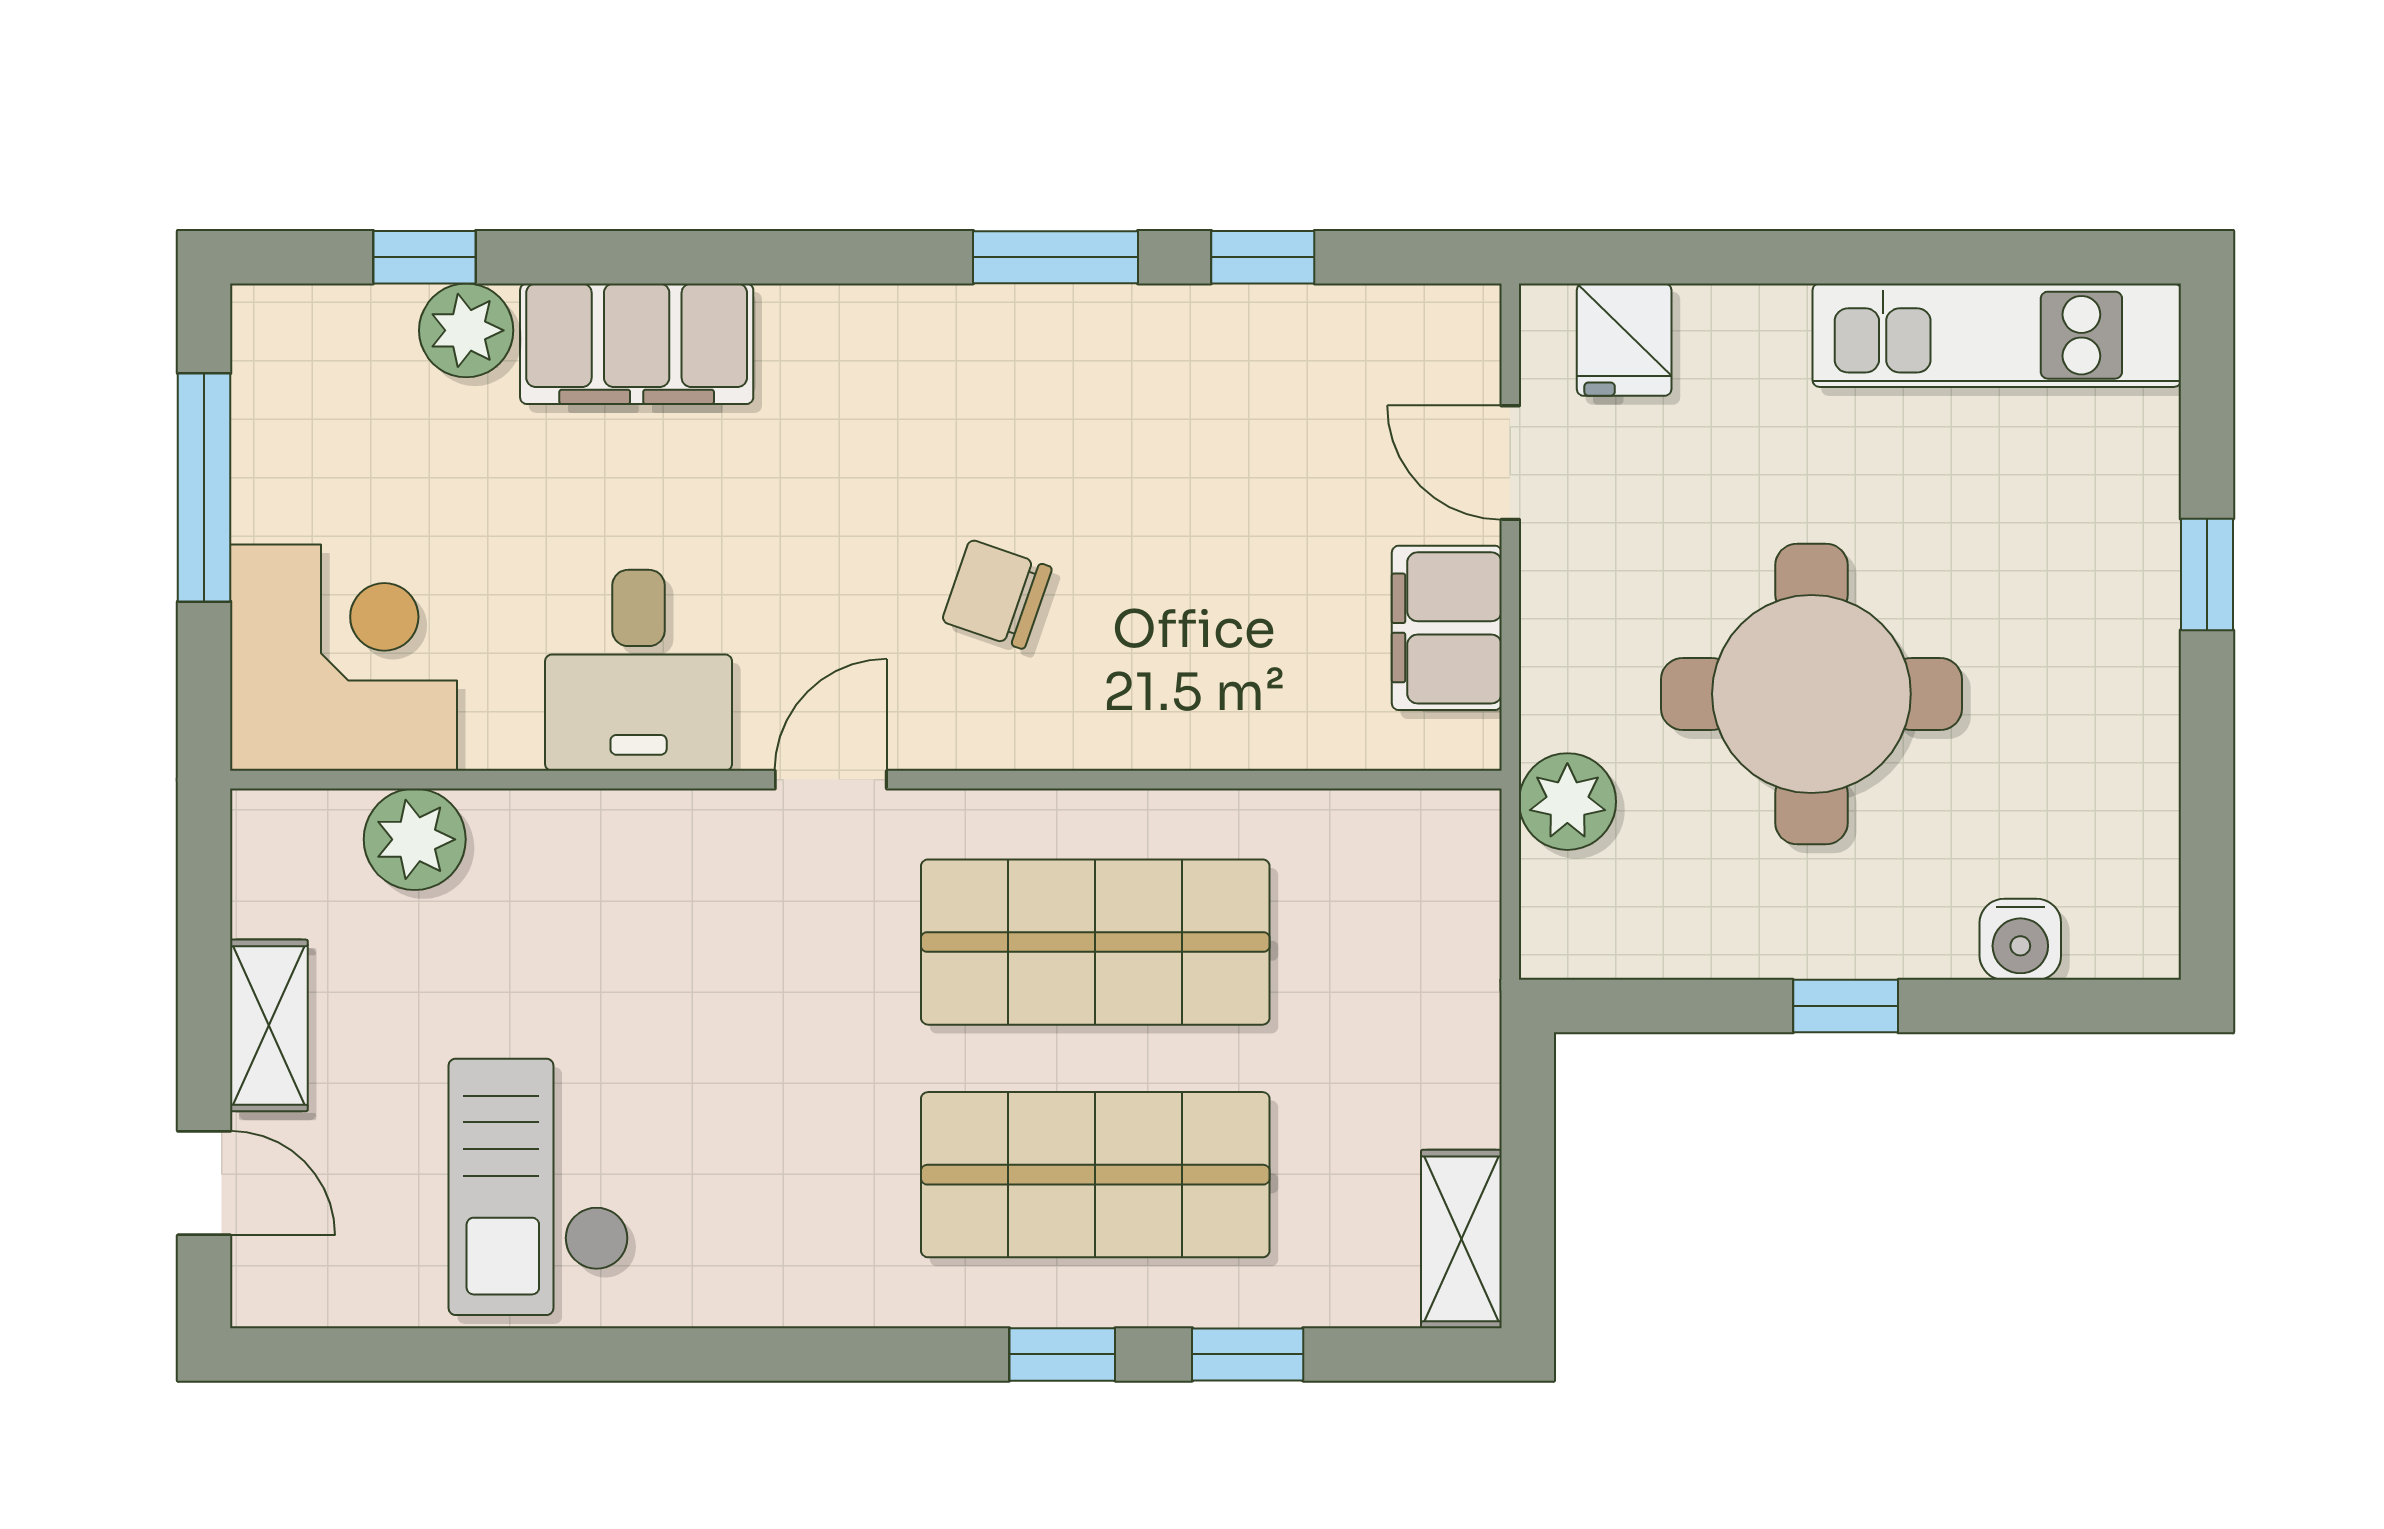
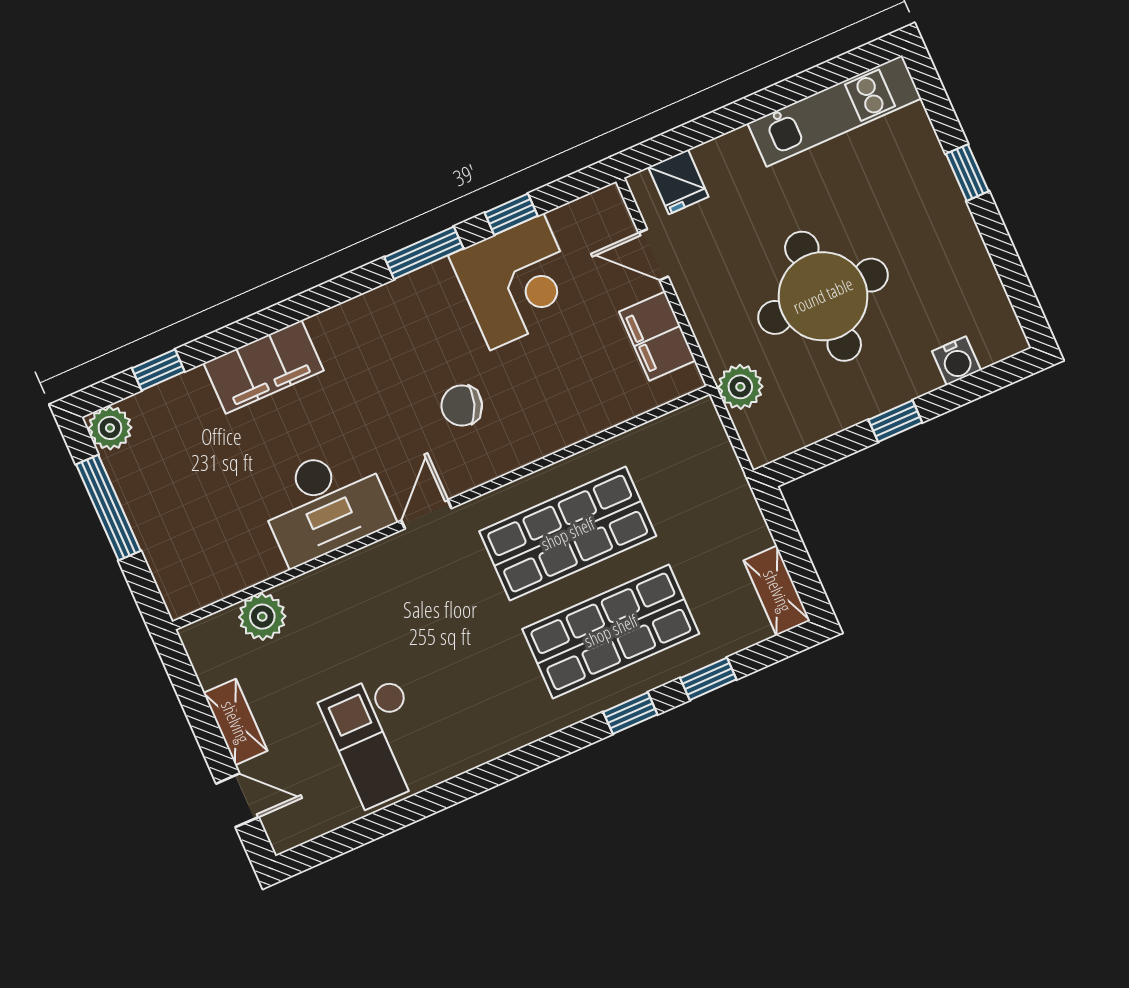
plant: (466, 330) -> (110, 428), moved
corner desk: (344, 658) -> (517, 282), moved, turned 90
desk: (639, 670) -> (325, 504), width x1.37

